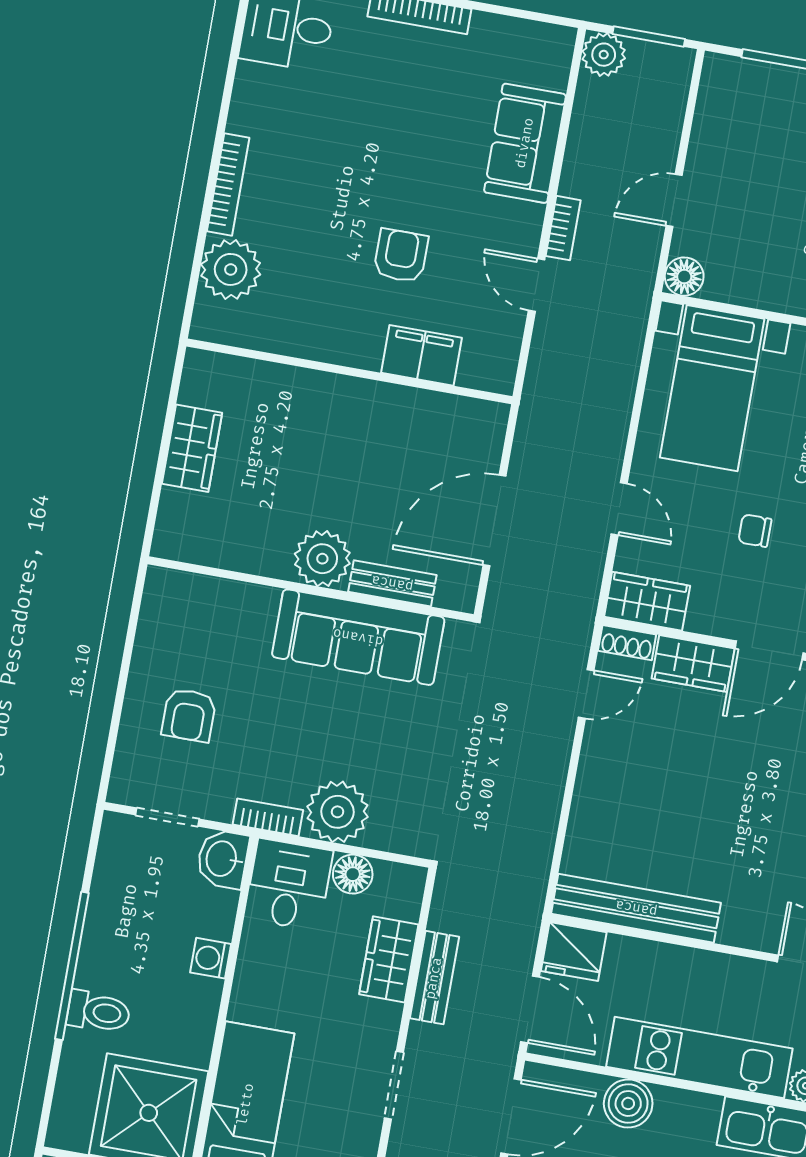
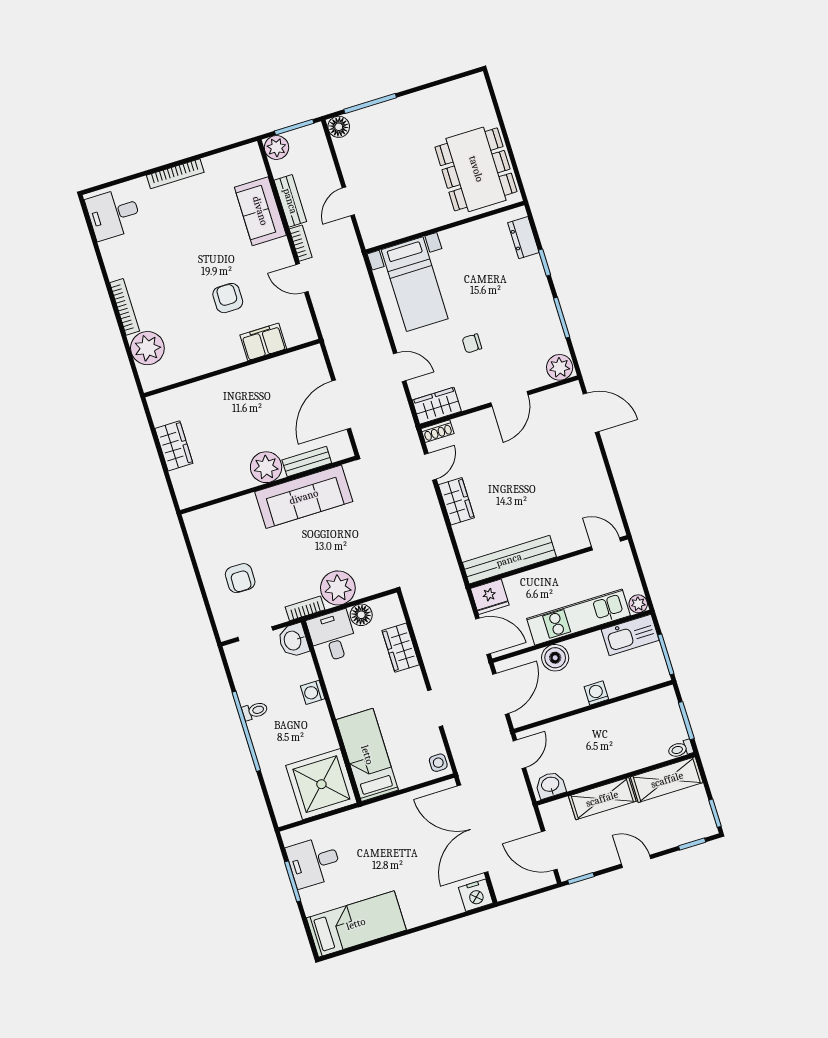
floor lamp: (684, 277) -> (339, 127), moved
wardrobe: (693, 664) -> (456, 501), moved, turned -90
bench: (434, 978) -> (290, 201), moved
toilet: (99, 1012) -> (255, 711), moved, width x0.73, depth x0.72

